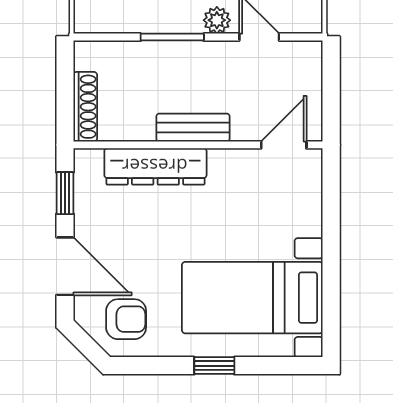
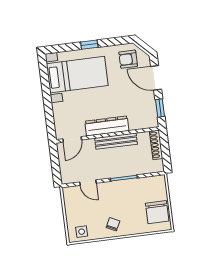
plant: (217, 20) -> (106, 187), removed
bench: (193, 128) -> (116, 141), width x1.36
dresser: (155, 166) -> (107, 126), moved

